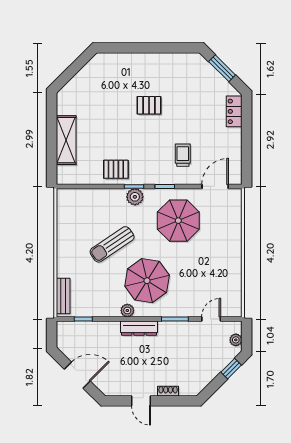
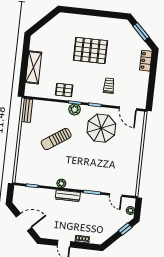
pallet: (149, 105) -> (90, 50), width x2.05, depth x2.00
door: (215, 186) -> (128, 108), swing flipped
parasol: (147, 281) -> (76, 165), removed
bench: (63, 296) -> (27, 111), moved
door: (211, 319) -> (116, 195), swing flipped

